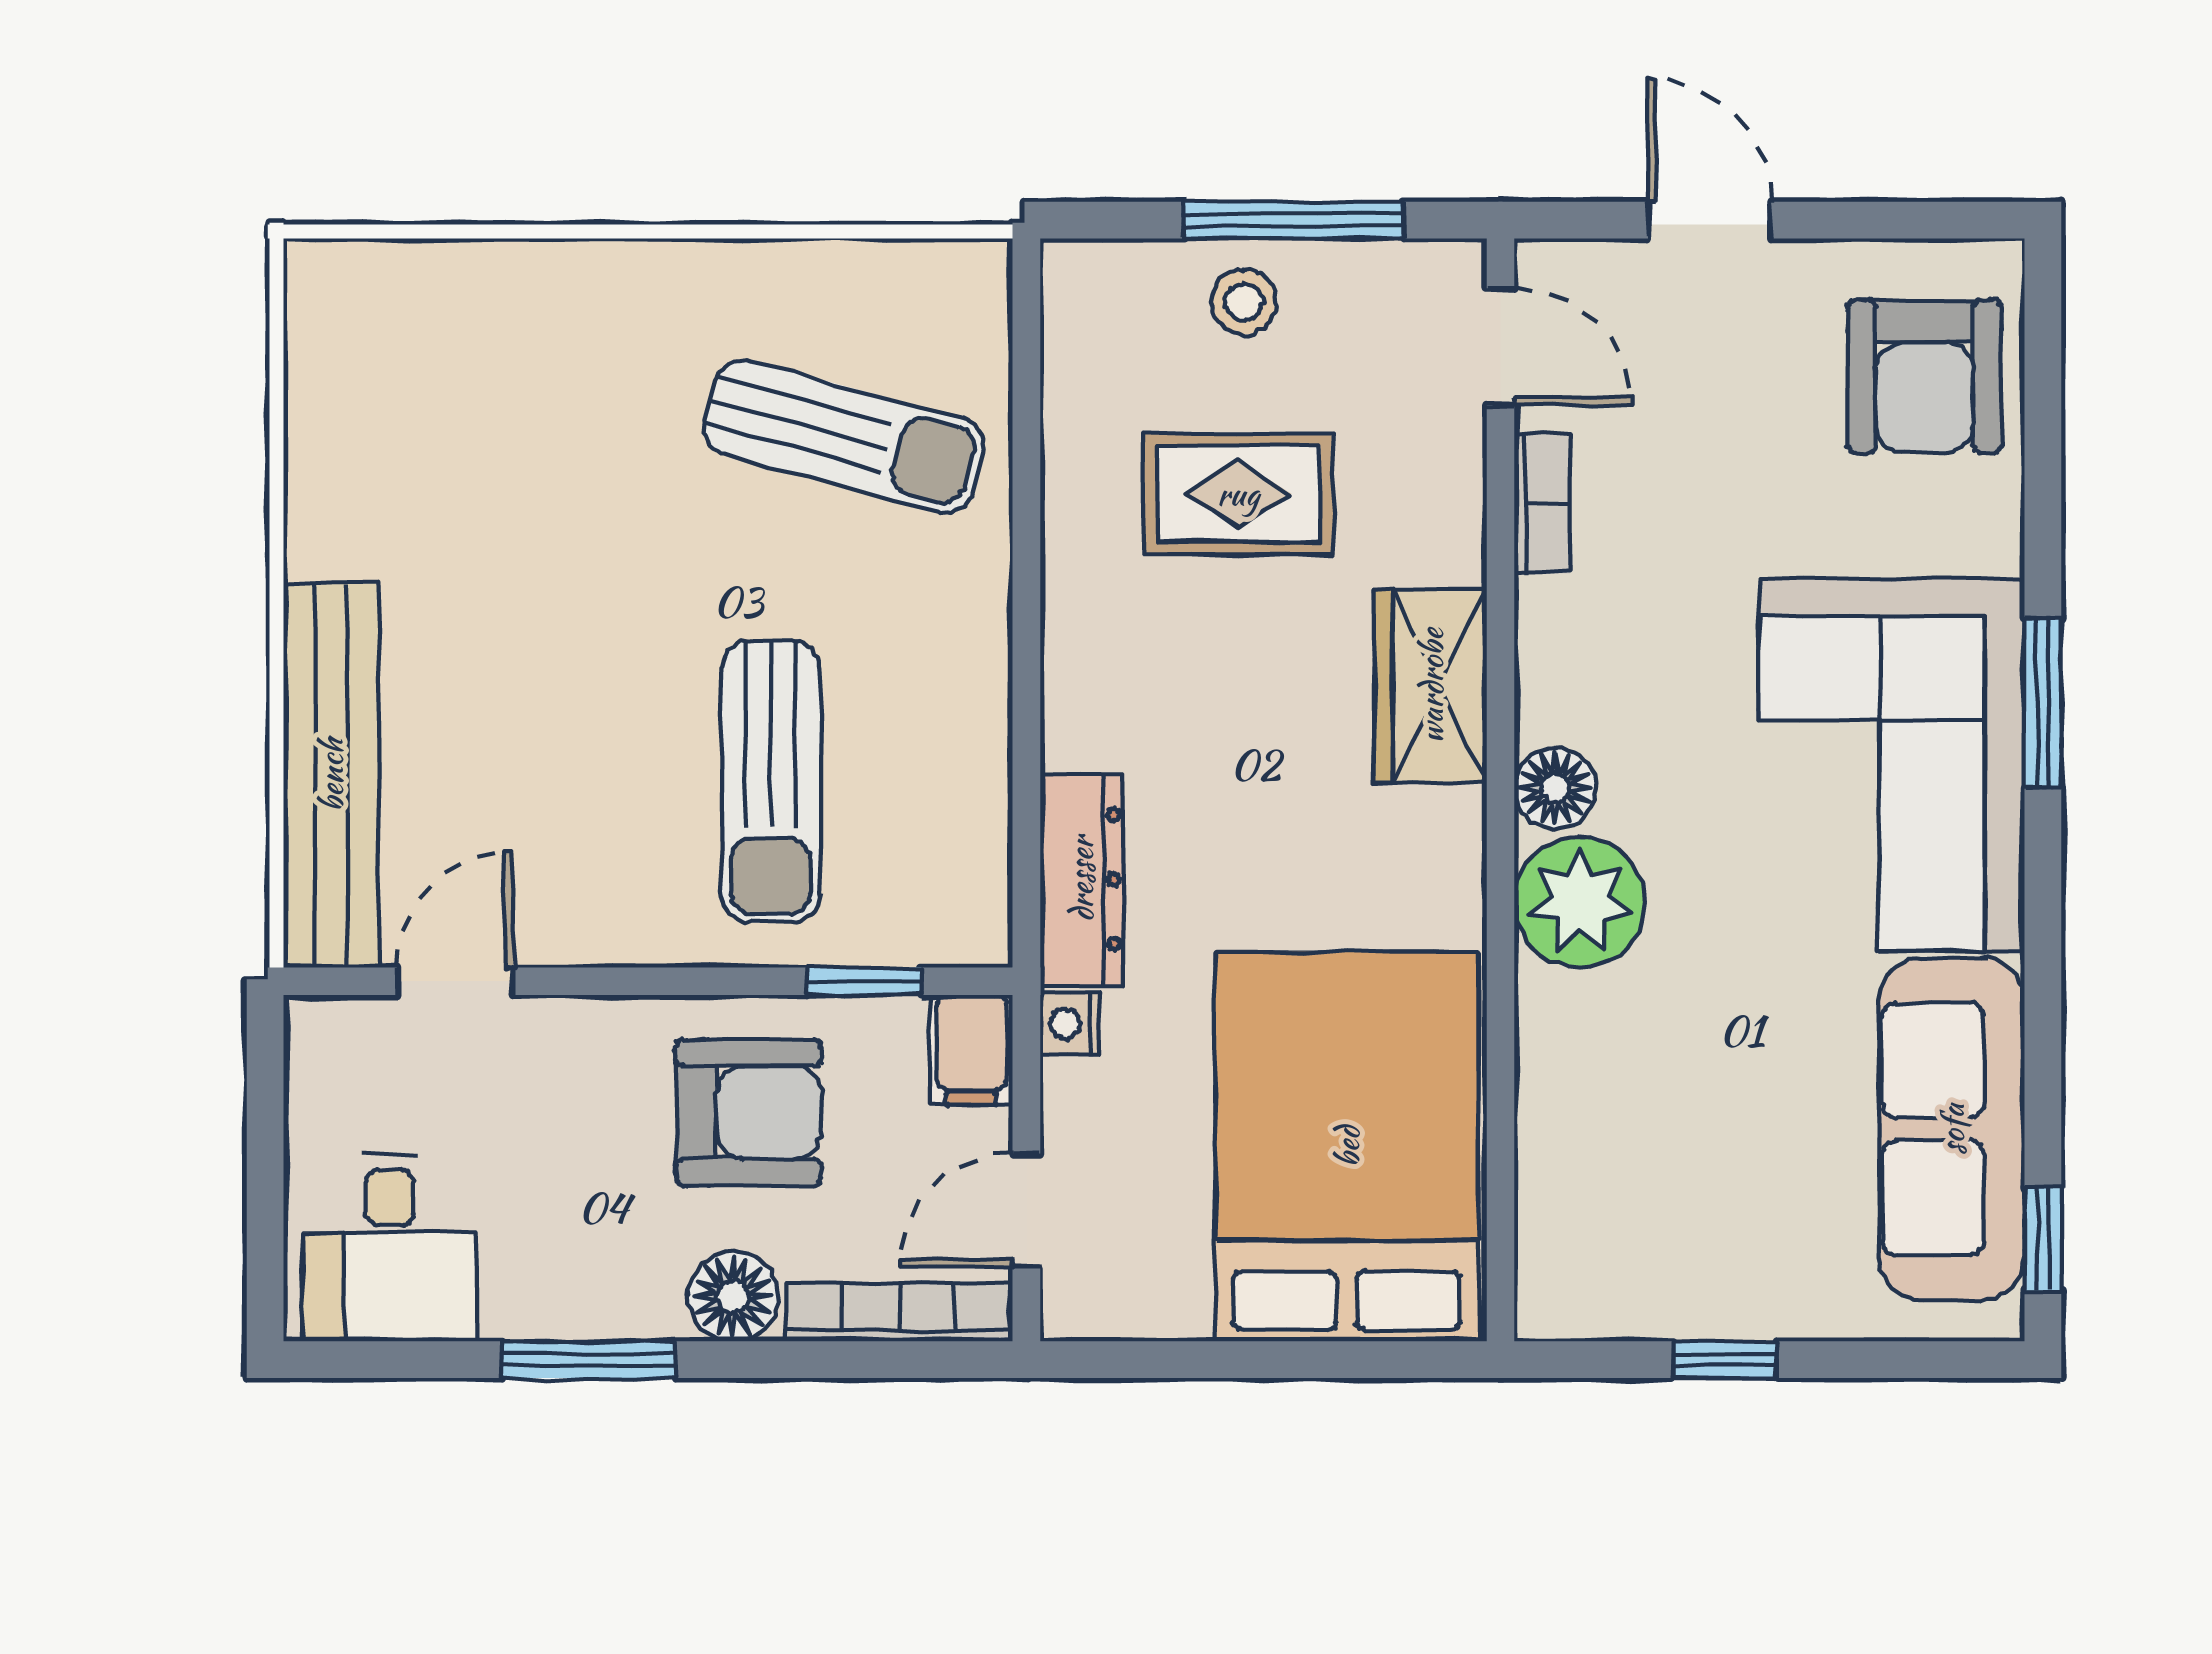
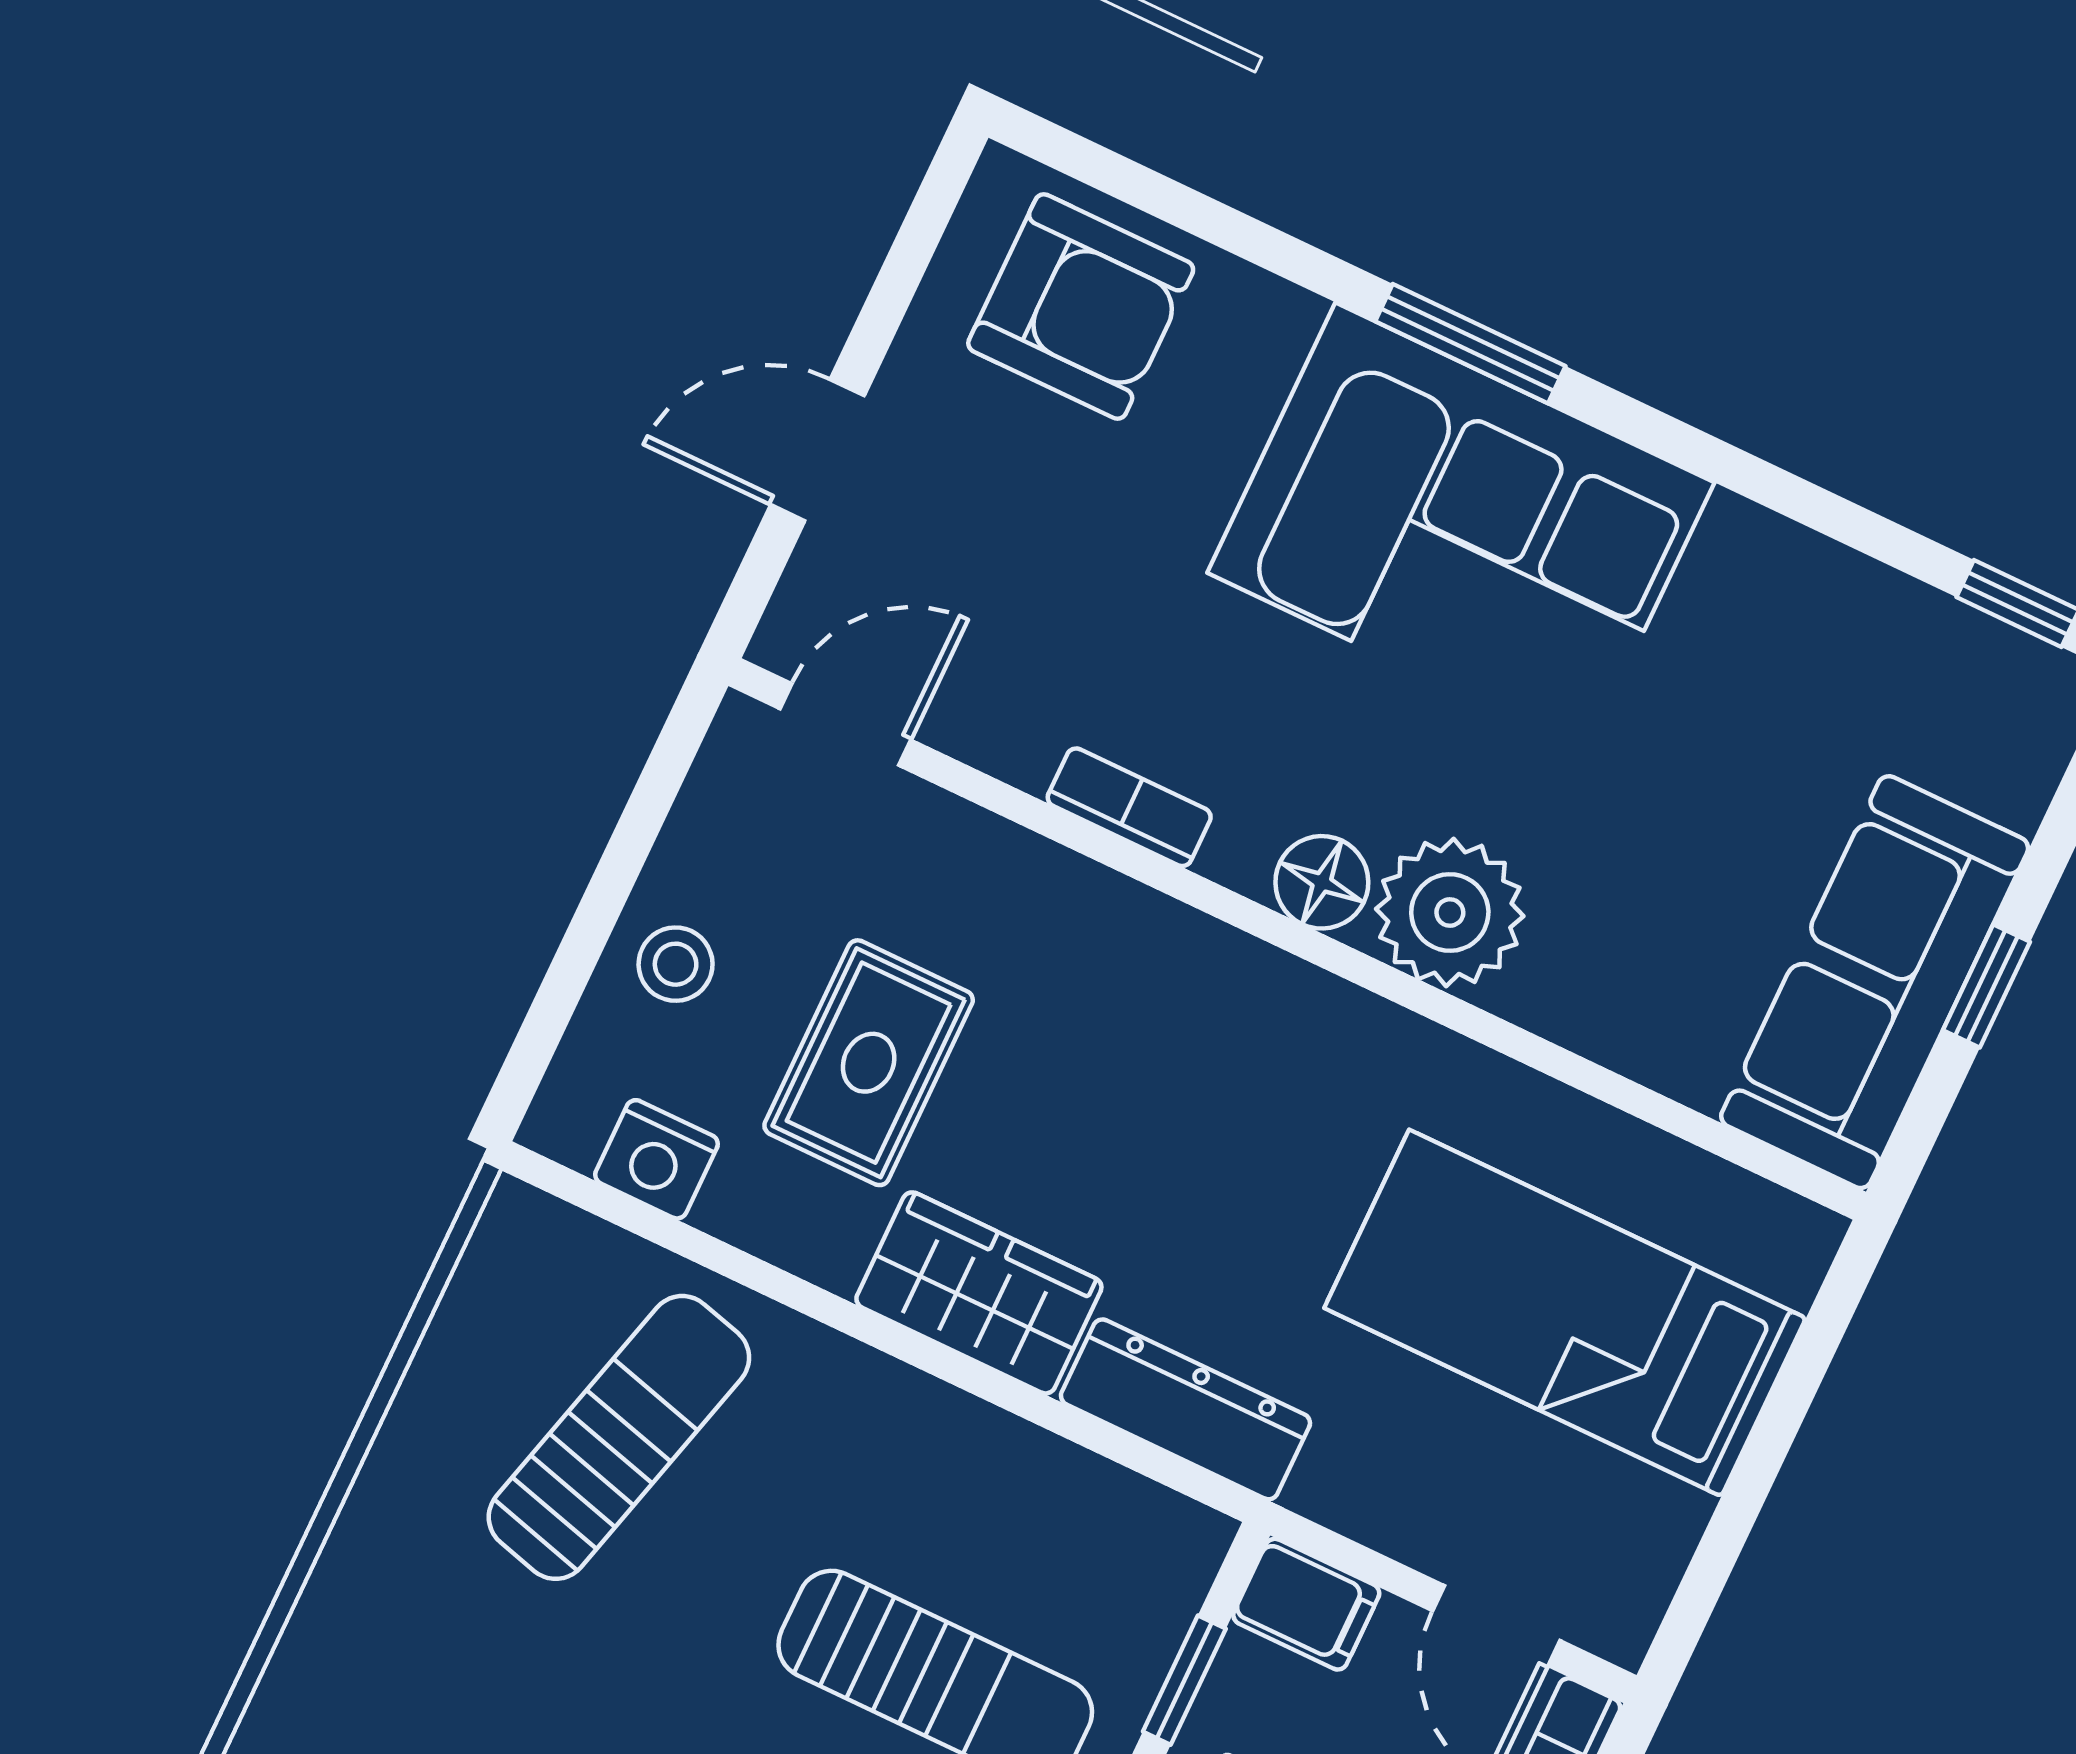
window: (1294, 220) -> (616, 874), removed
bookcase: (1542, 504) -> (1129, 807), moved
wardrobe: (1431, 686) -> (979, 1293), moved, turned 180
nightstand: (1070, 1024) -> (656, 1159), moved, width x1.39, depth x1.35
sofa: (1952, 1129) -> (1875, 982), moved, turned 90
bed: (1347, 1147) -> (1565, 1313), width x0.67

